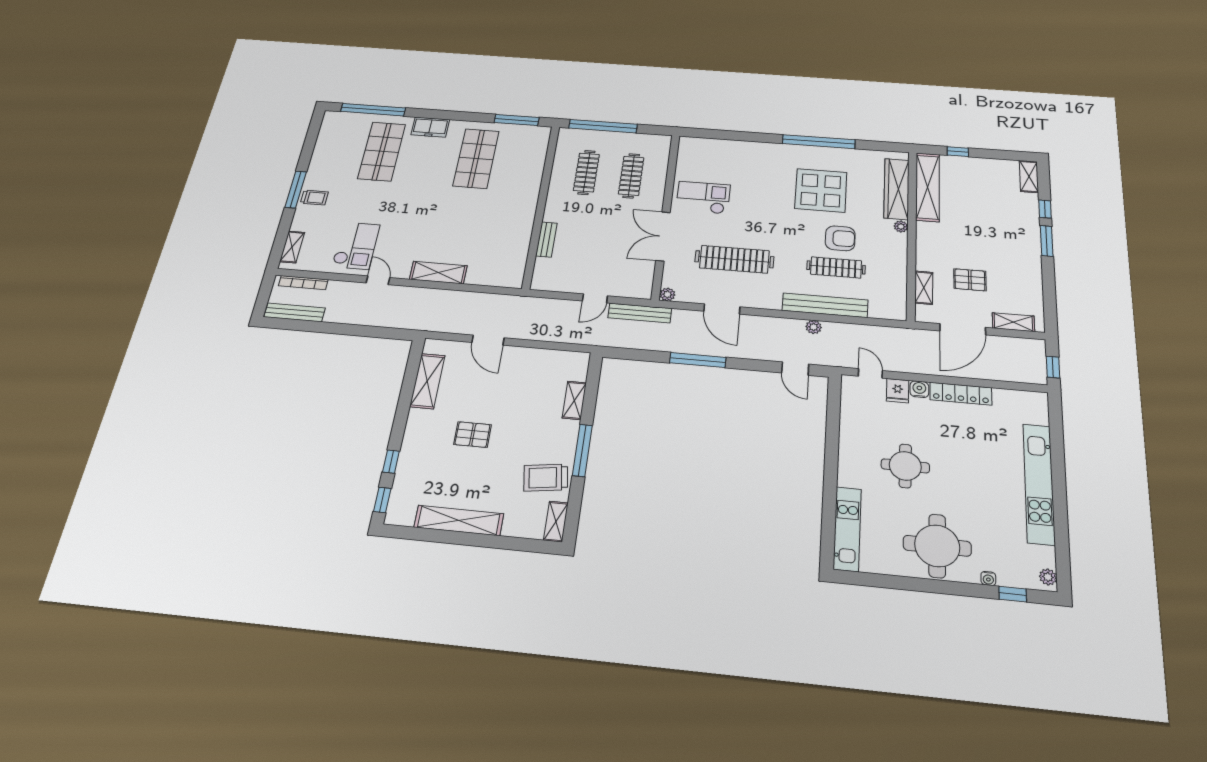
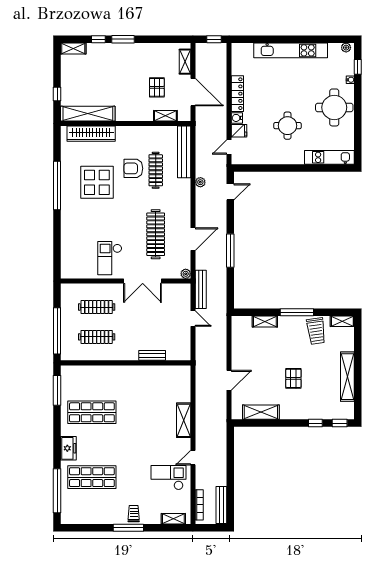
plant: (901, 227) -> (121, 130), removed
armchair: (840, 238) -> (133, 168), turned -90
bench: (825, 305) -> (184, 152), moved

